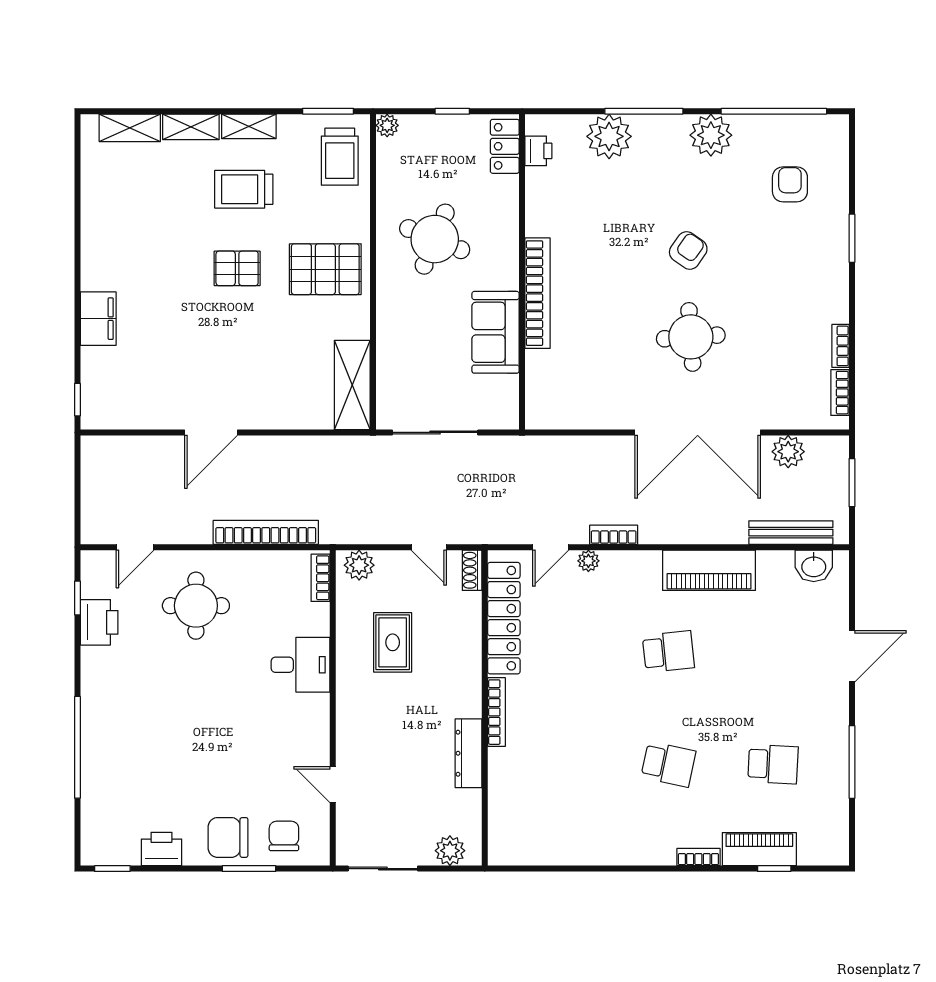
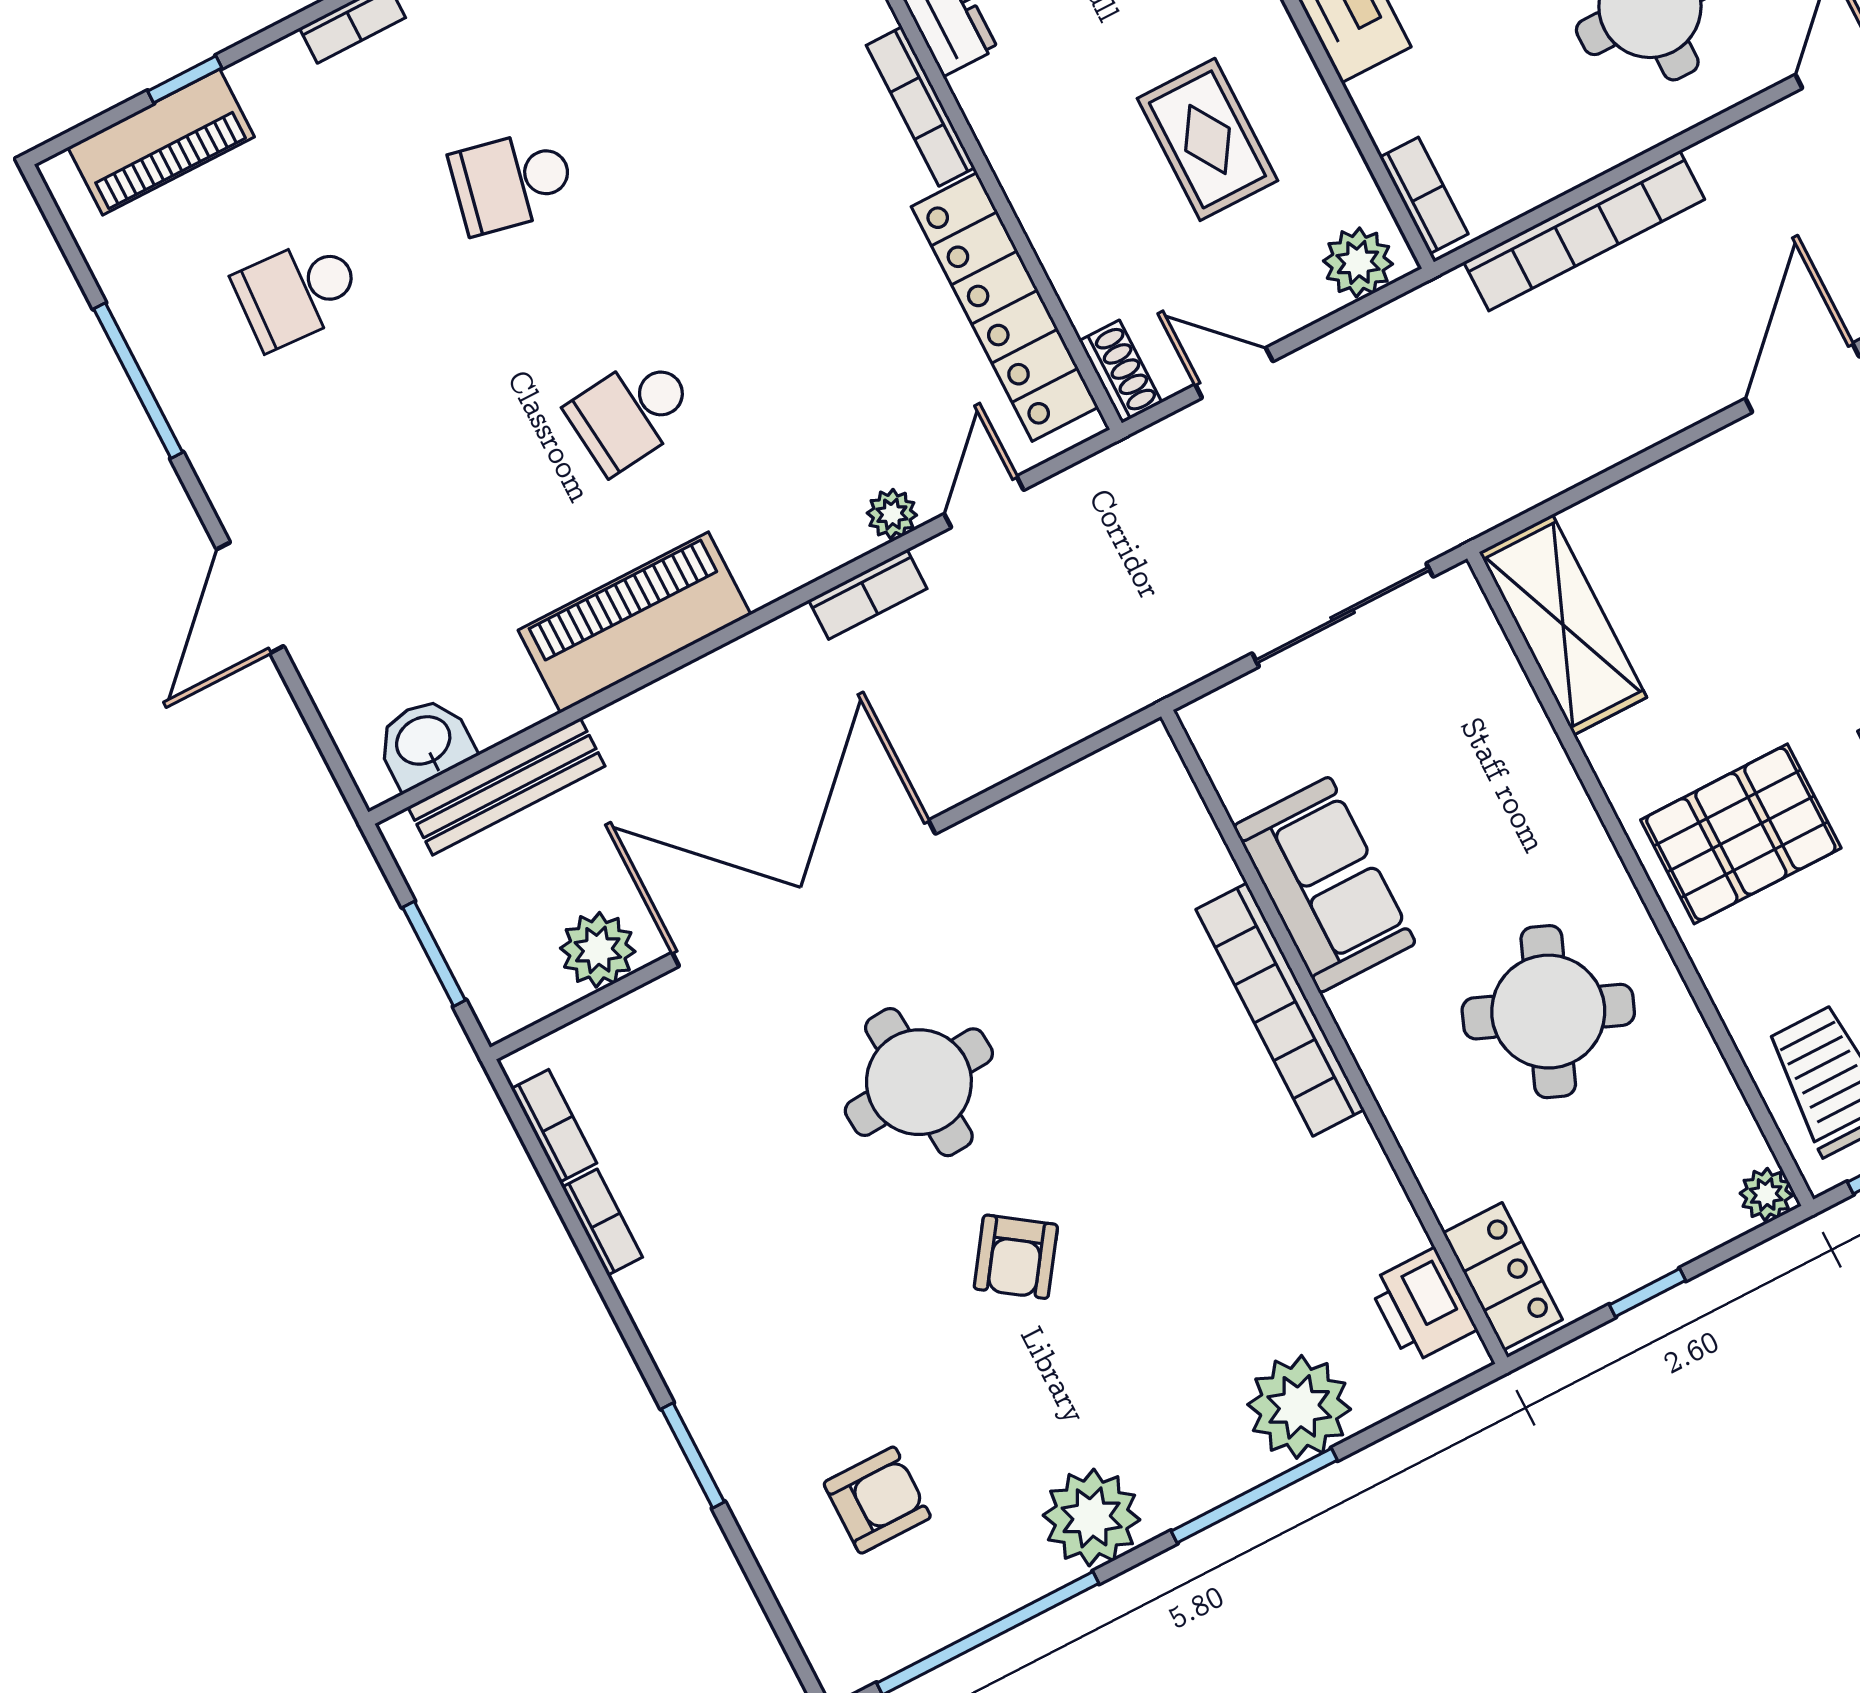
printer: (538, 151) -> (1422, 1306), width x1.36, depth x1.24
armchair: (790, 184) -> (877, 1500), turned -90
piano: (759, 849) -> (161, 142), moved

